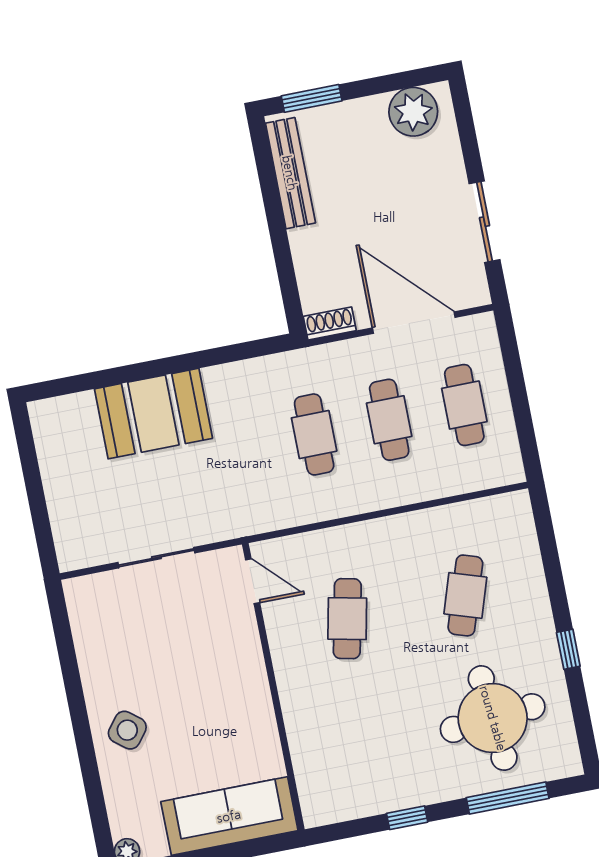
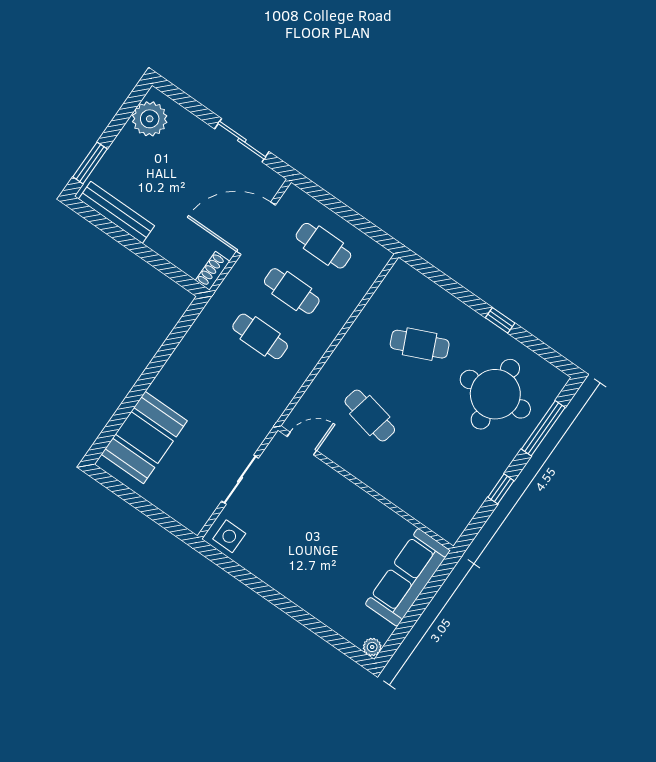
booth: (153, 414) -> (144, 437), moved
cafe table: (465, 595) -> (420, 344), turned -42
side table: (127, 730) -> (229, 536), moved, turned -38

